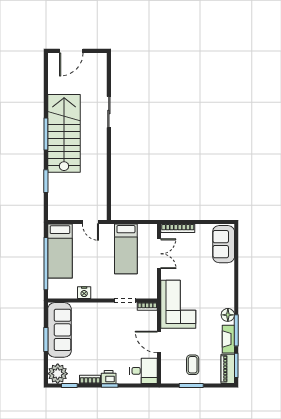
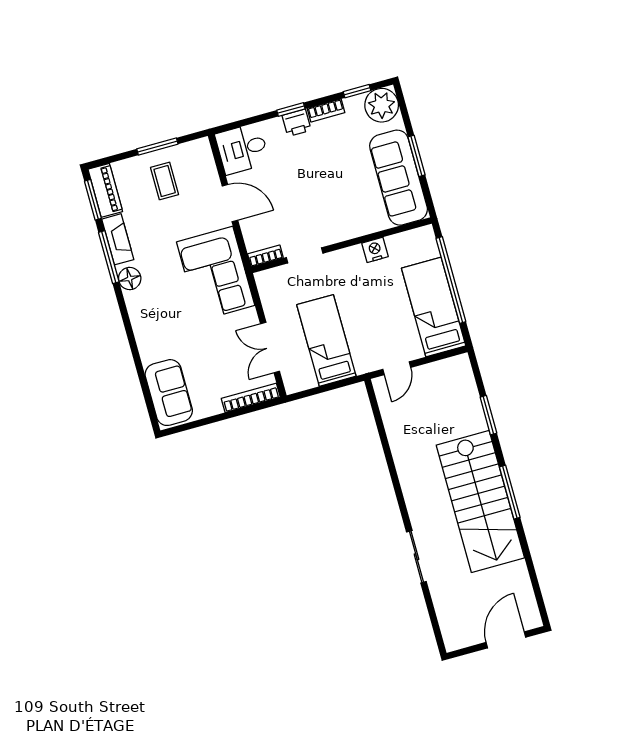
door: (90, 222) -> (397, 368), swing flipped

